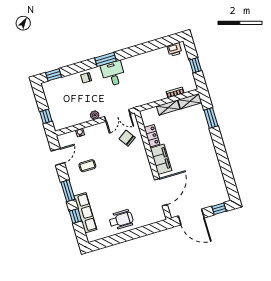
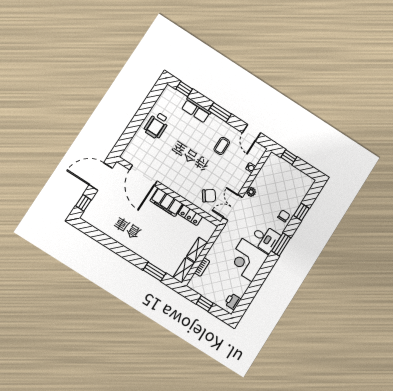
corner desk: (139, 69) -> (247, 260), added
window: (53, 75) -> (301, 212), moved
row of seats: (85, 213) -> (196, 110), width x0.68
window: (75, 216) -> (184, 89), moved

